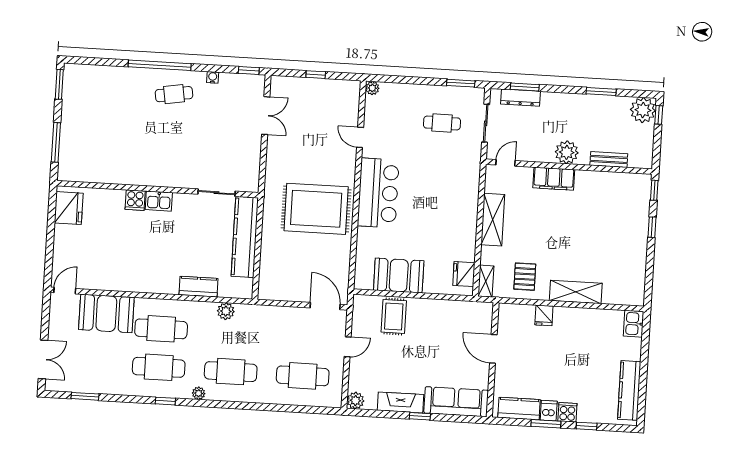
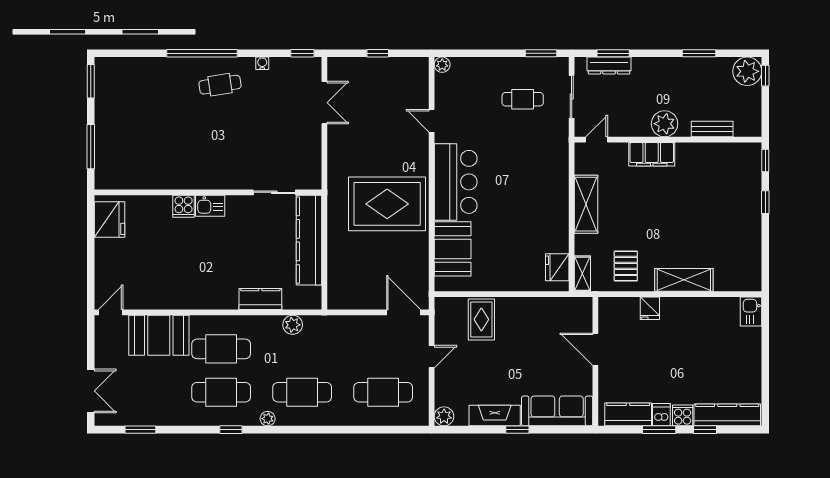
booth: (399, 275) -> (453, 249), moved, turned 90
kitchen counter: (629, 390) -> (727, 415), moved, turned 90

